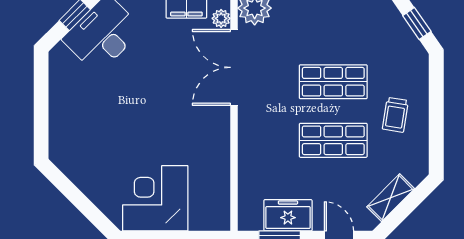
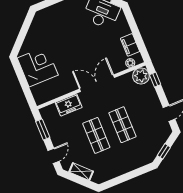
double door: (234, 67) -> (97, 83), moved
trolley: (395, 115) -> (119, 158), removed
freezer: (288, 215) -> (69, 105), moved, turned 90

